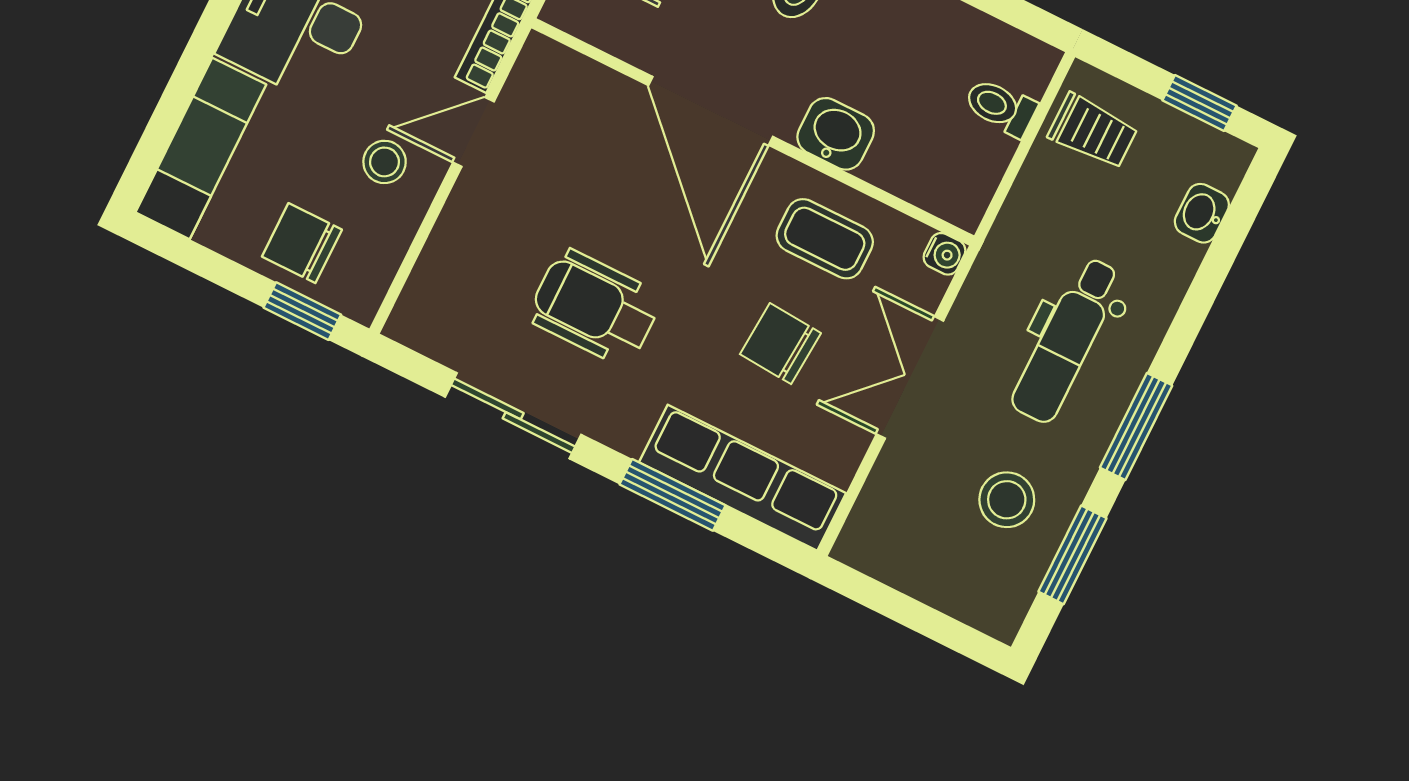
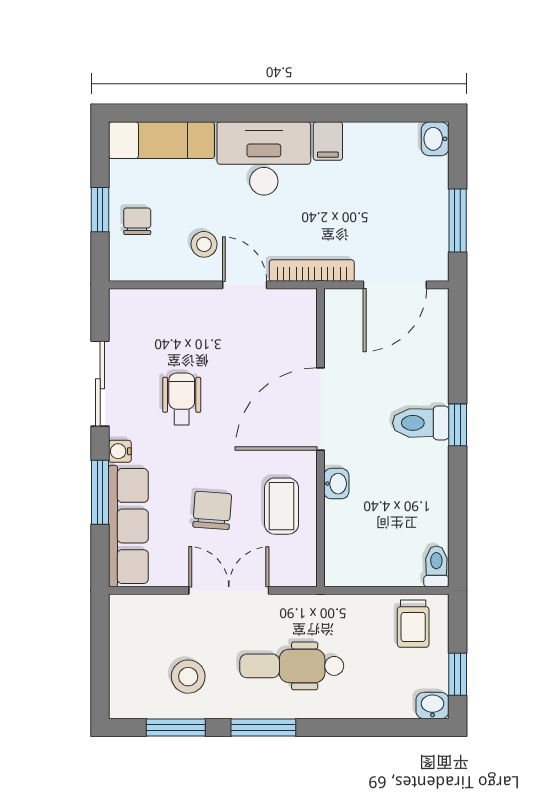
toilet: (1000, 107) -> (436, 566), moved
washbasin: (836, 134) -> (336, 484), width x0.72, depth x0.69
washbasin: (1202, 213) -> (432, 705), moved
chair: (302, 243) -> (137, 221), width x0.73, depth x0.73
water cooler: (944, 254) -> (120, 451), moved, turned 90
wheelchair: (595, 307) -> (182, 399), width x0.73, depth x0.73
window: (302, 311) -> (100, 210), moved

